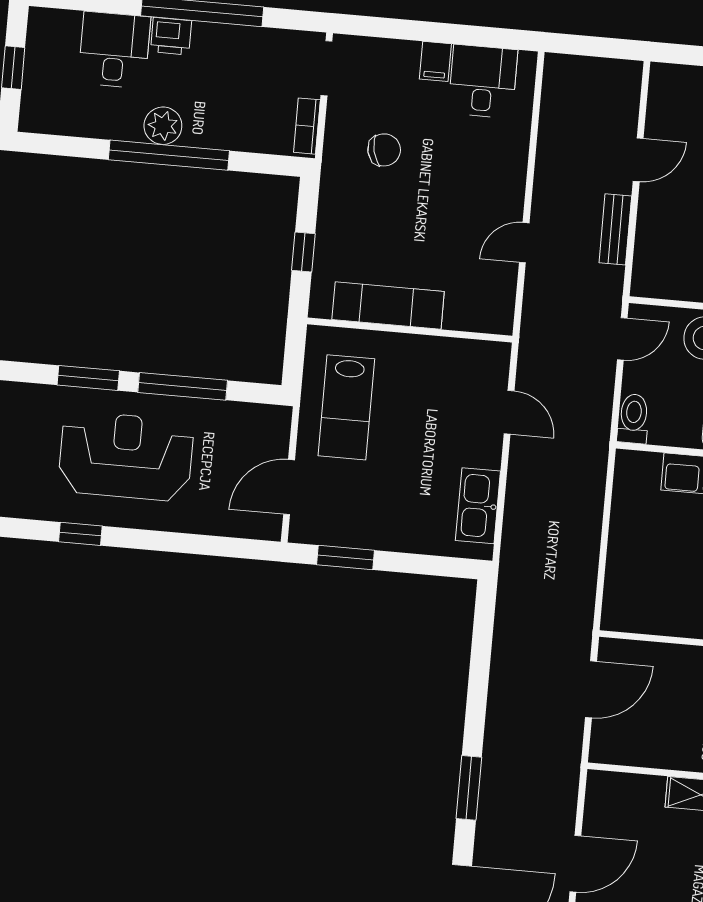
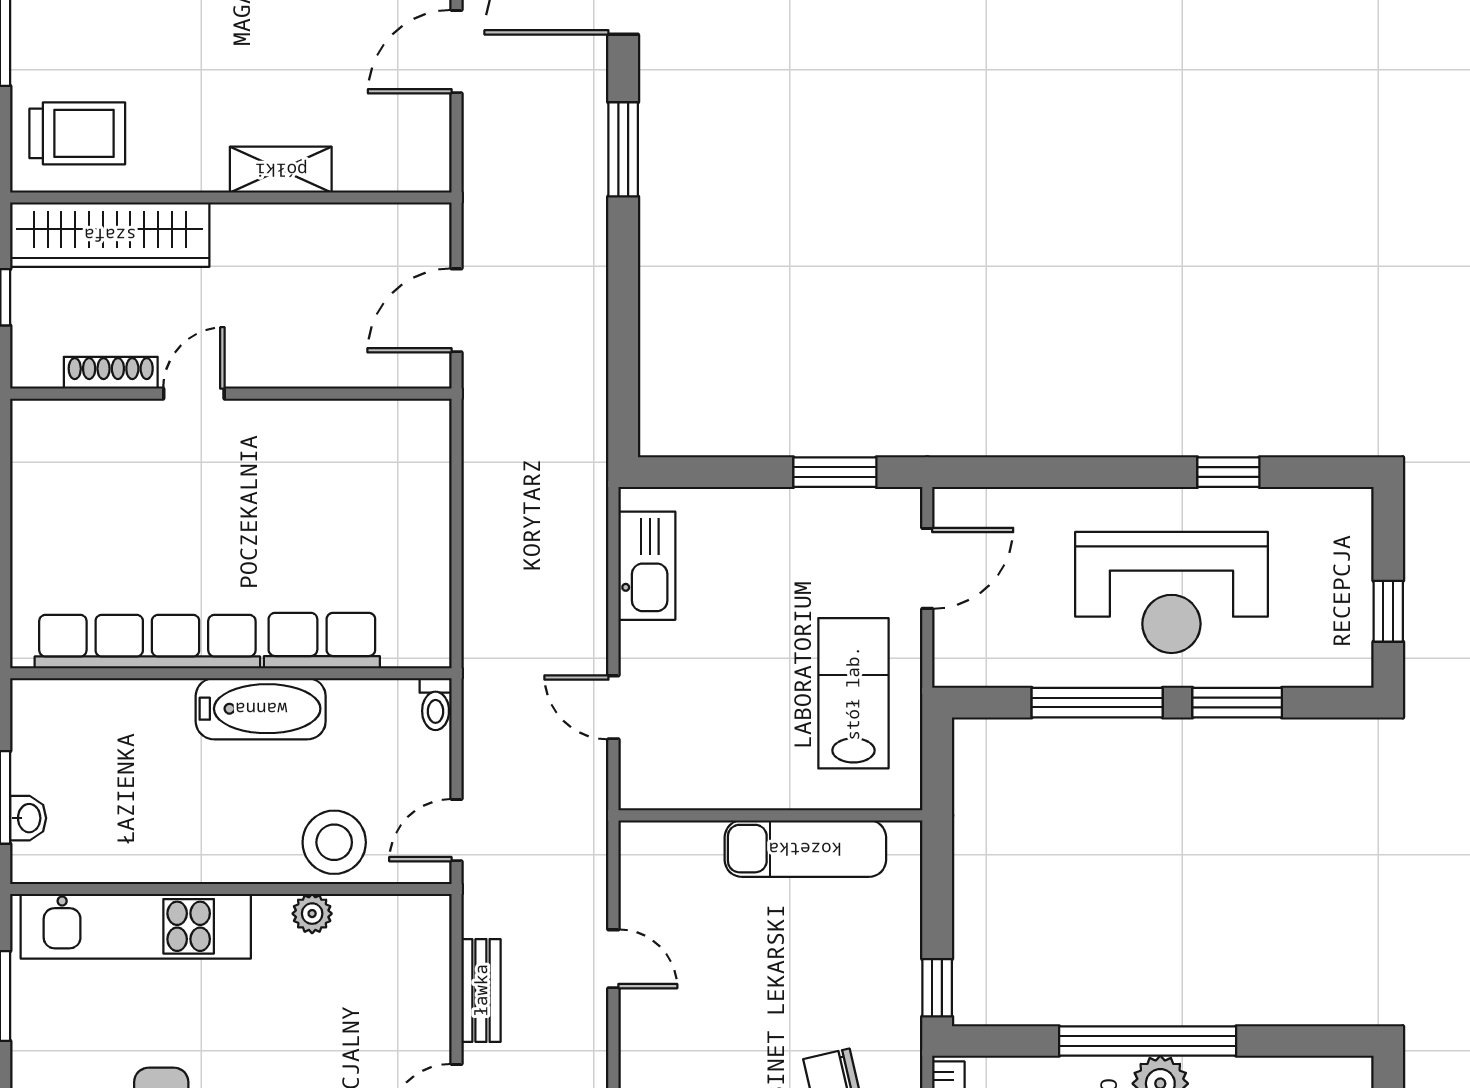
door: (524, 243) -> (613, 959), hinge flipped
window: (303, 252) -> (937, 988), moved
toilet: (633, 419) -> (436, 704), width x0.73, depth x0.72

